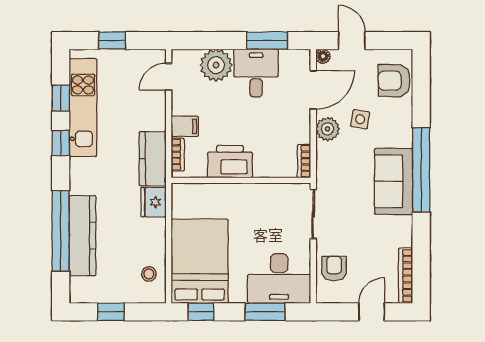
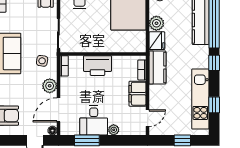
plant: (216, 65) -> (114, 130), width x0.53, depth x0.53
side table: (360, 119) -> (42, 61), moved
filing cabinet: (185, 126) -> (138, 94), width x2.00
window: (61, 143) -> (214, 63), moved
printer: (230, 162) -> (97, 66), moved
plant: (154, 230) -> (156, 23), added

